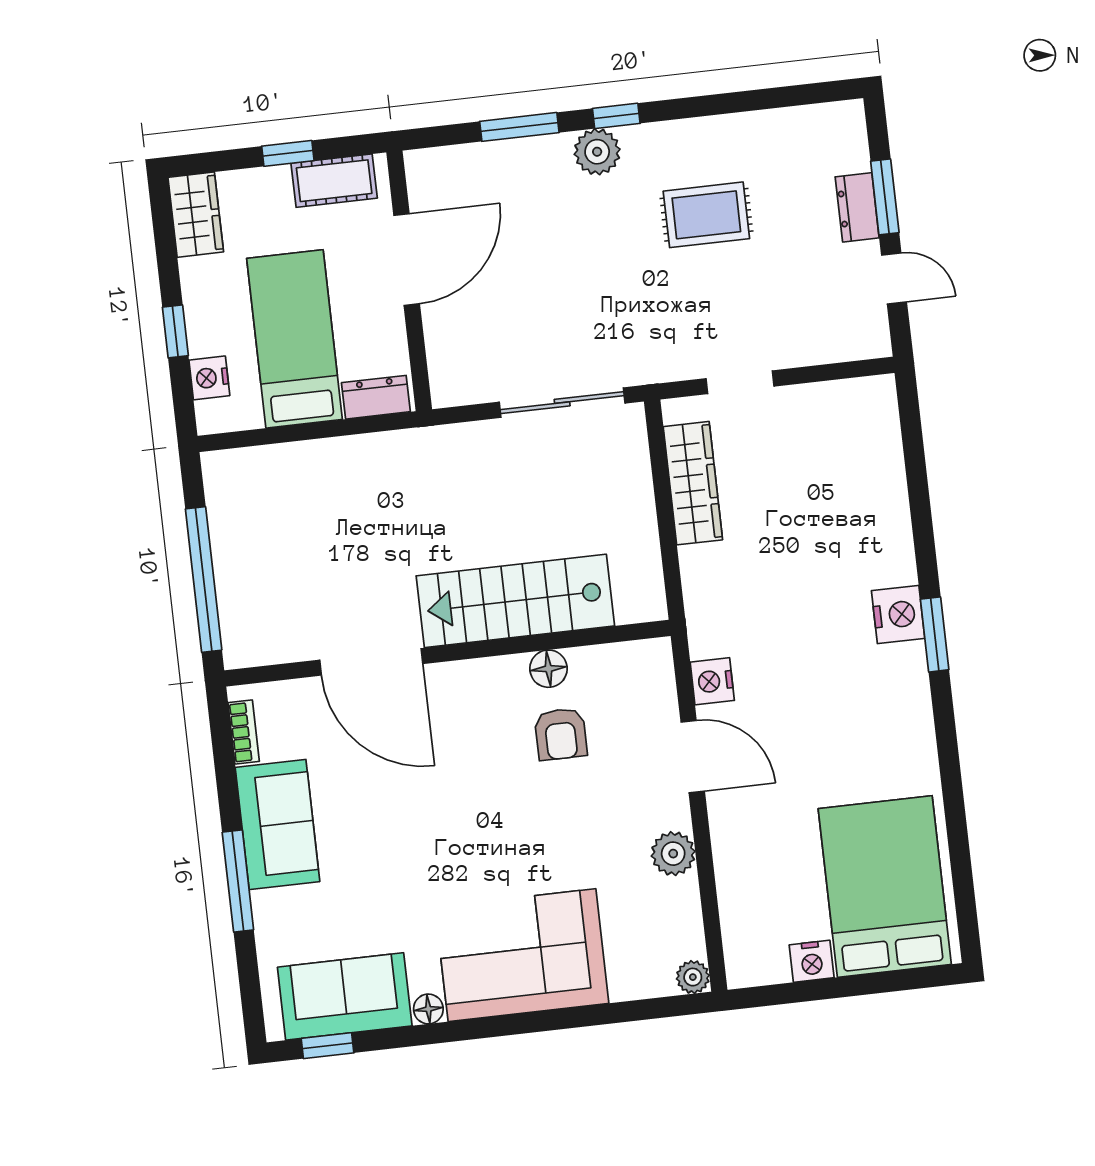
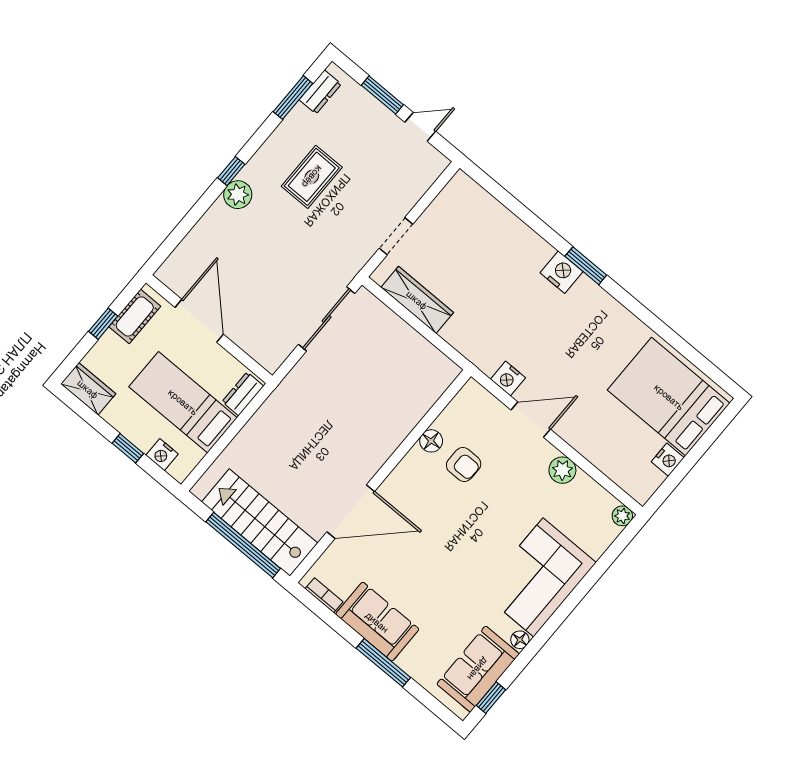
window: (519, 127) -> (293, 98), moved
dresser: (857, 207) -> (320, 92), moved, turned -90
stairs: (515, 601) -> (260, 523), moved, turned 90

